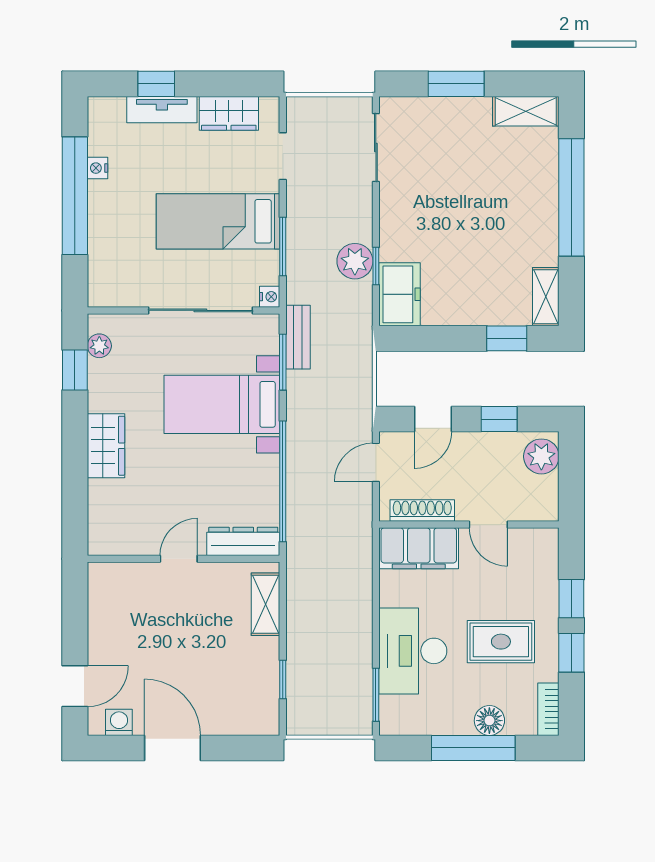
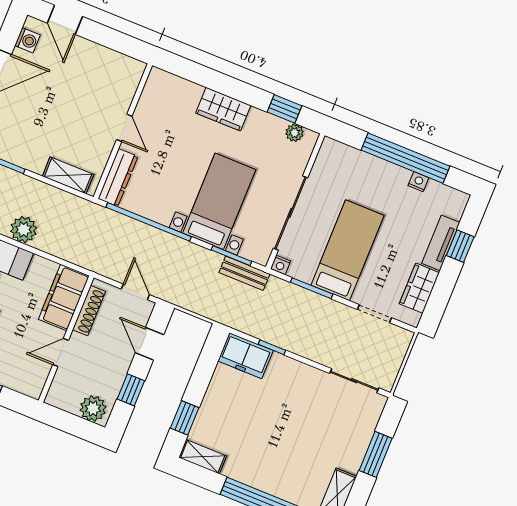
plant: (355, 261) -> (24, 230), moved

